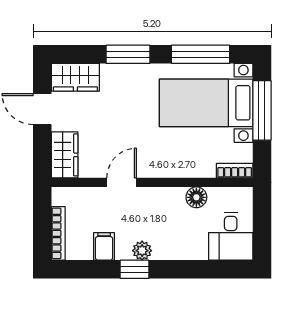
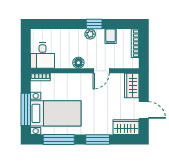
floor lamp: (196, 197) -> (78, 63), moved
desk: (231, 236) -> (43, 55), moved, turned 180

